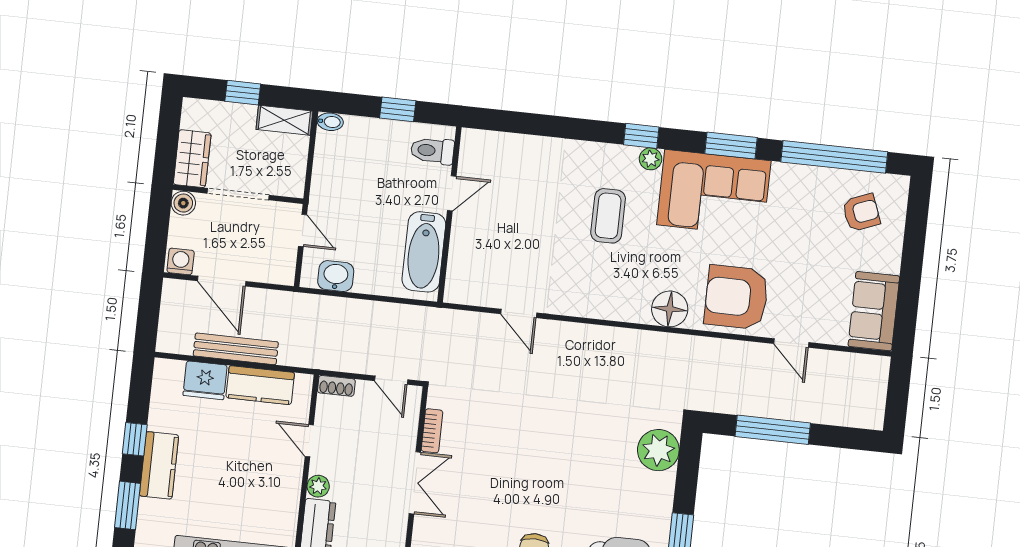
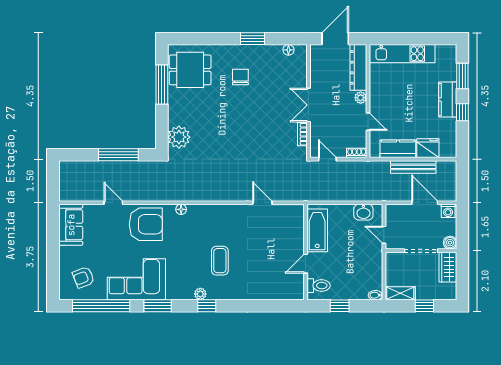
corner sofa: (714, 193) -> (136, 279), moved
floor lamp: (670, 309) -> (181, 209), width x0.53, depth x0.53

